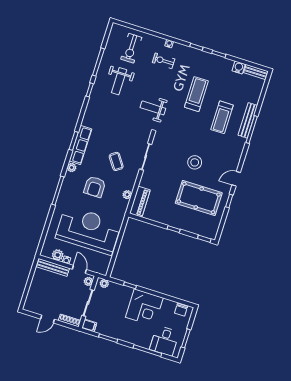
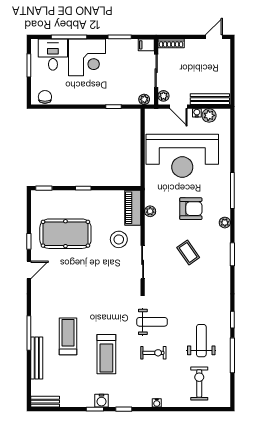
exercise bike: (163, 61) -> (153, 353), moved
water cooler: (239, 67) -> (102, 401), moved
bench: (248, 120) -> (37, 358), moved
row of seats: (80, 145) -> (223, 252), removed
coffee table: (116, 161) -> (188, 252), moved
stool: (195, 162) -> (119, 239), moved
armchair: (95, 187) -> (191, 209), turned 90
corner desk: (144, 307) -> (87, 57), moved, turned 180
door: (48, 319) -> (214, 37), moved

